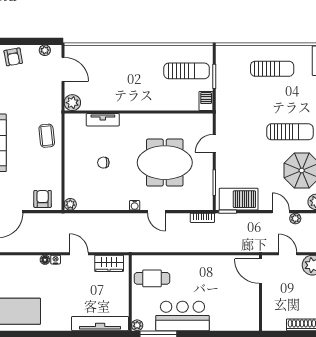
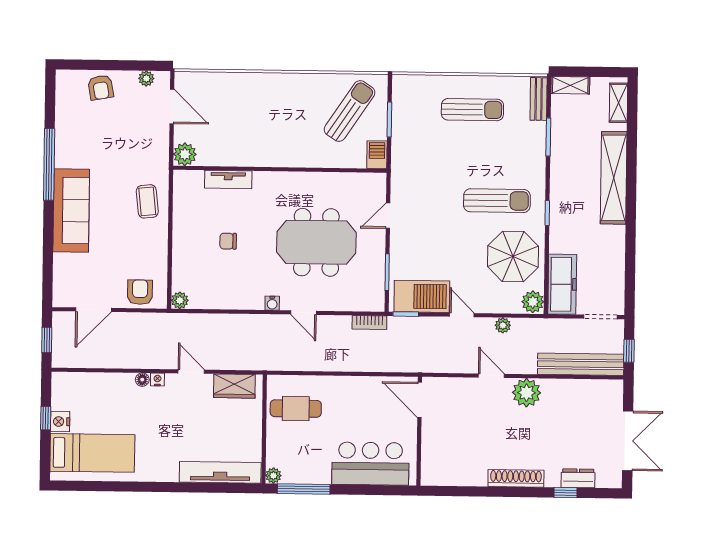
sun lounger: (187, 71) -> (350, 111), turned -56
door: (281, 212) -> (462, 315), moved
door: (261, 271) -> (420, 400), moved
wall: (261, 293) -> (419, 431), moved
bar counter: (182, 316) -> (370, 464), moved

